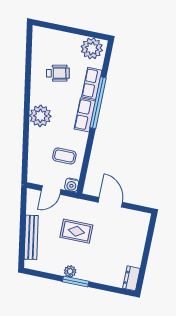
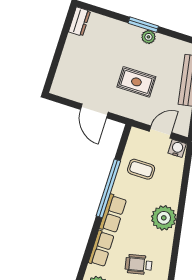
window: (98, 103) -> (108, 188), moved
water cooler: (72, 185) -> (177, 148), moved

